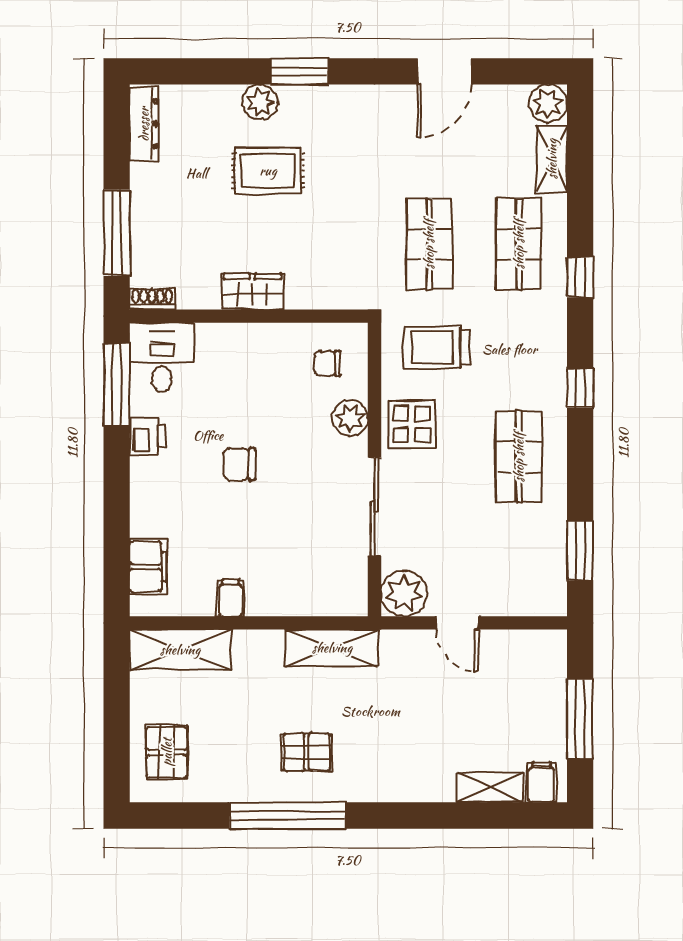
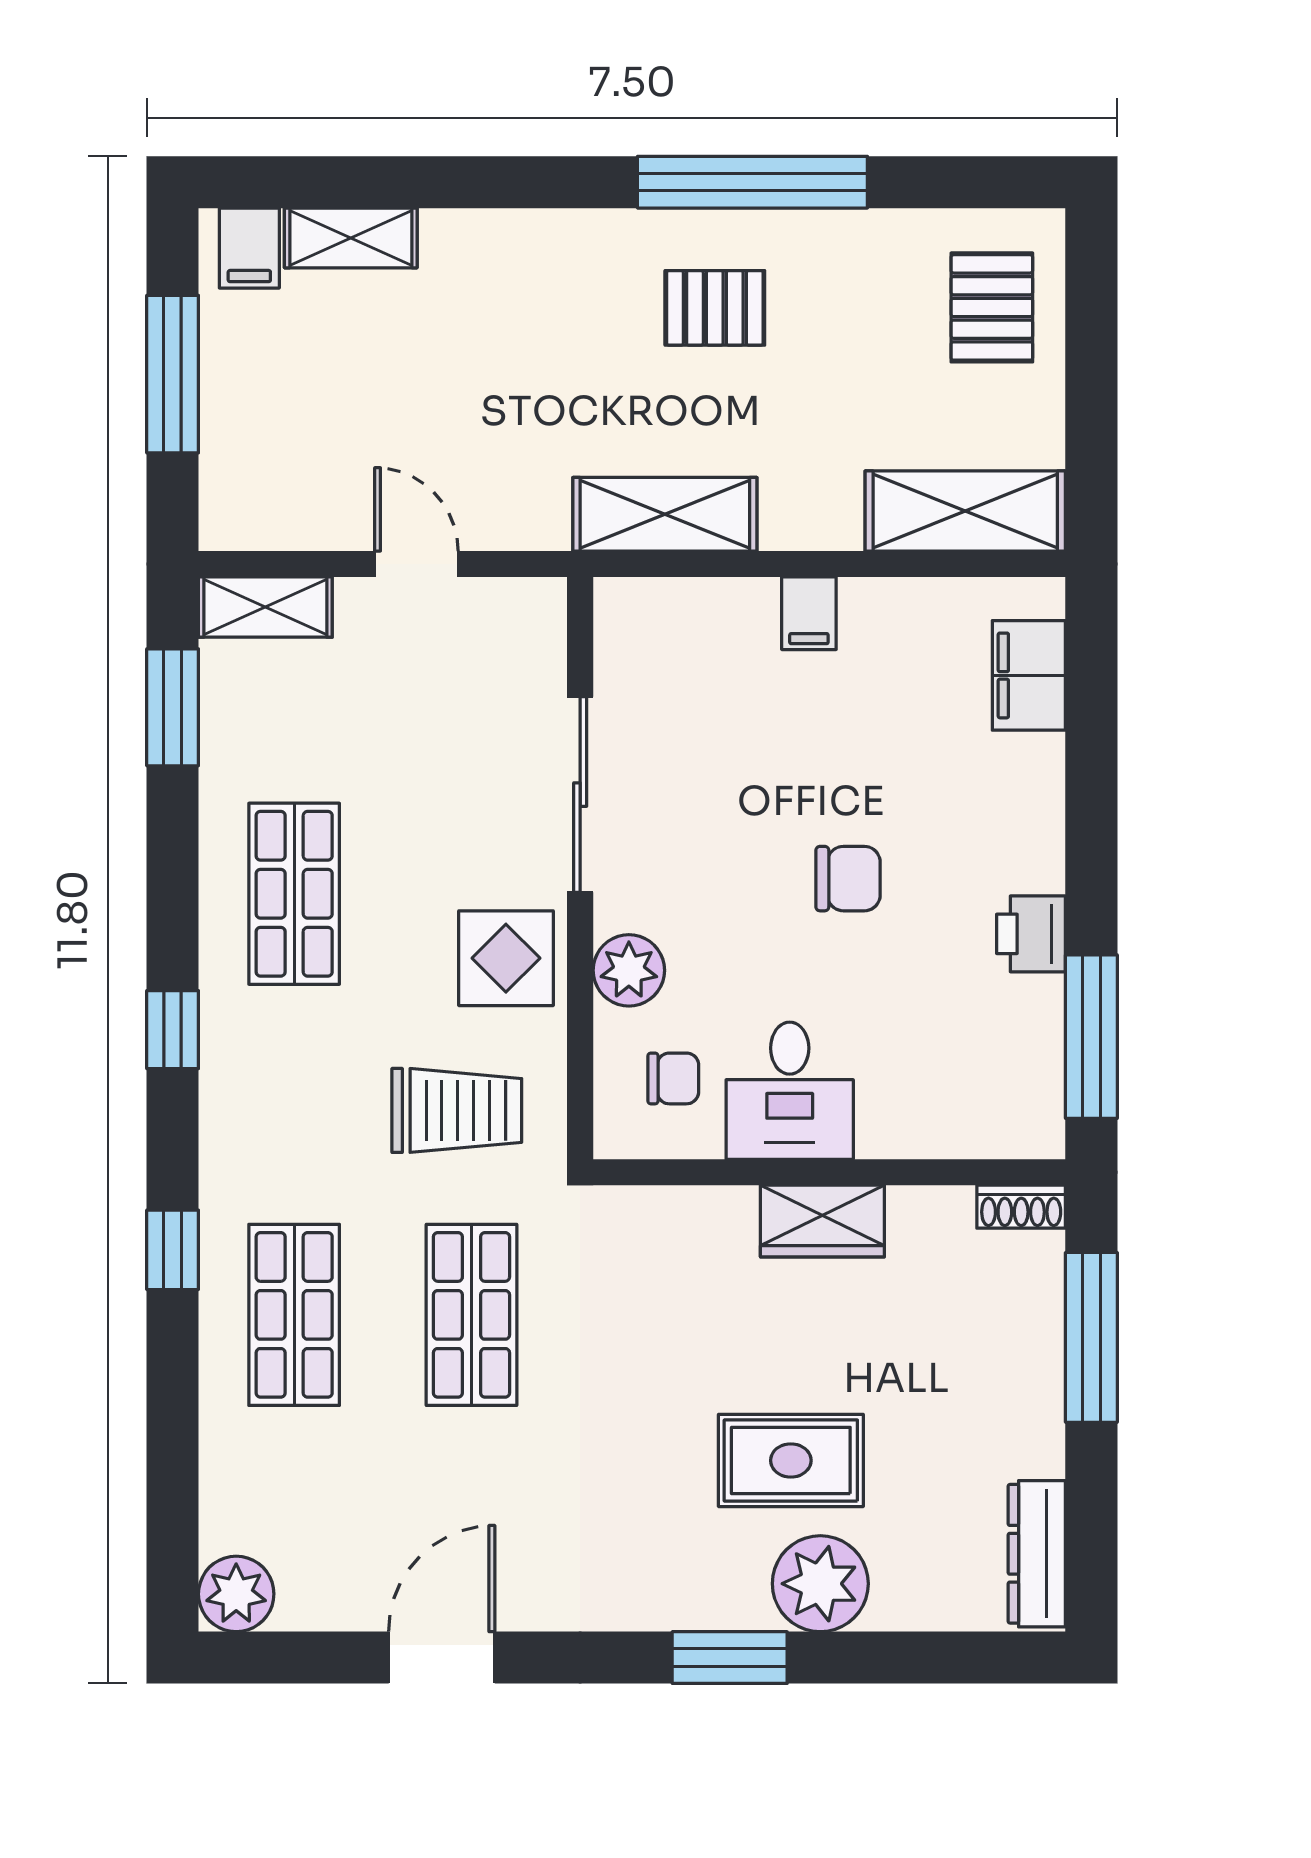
plant: (260, 102) -> (820, 1584), width x1.36, depth x1.36
shelving: (552, 159) -> (265, 607), moved, turned 90
desk: (162, 357) -> (790, 1091), moved
plant: (404, 593) -> (522, 623), removed
filing cabinet: (231, 598) -> (809, 613), moved

